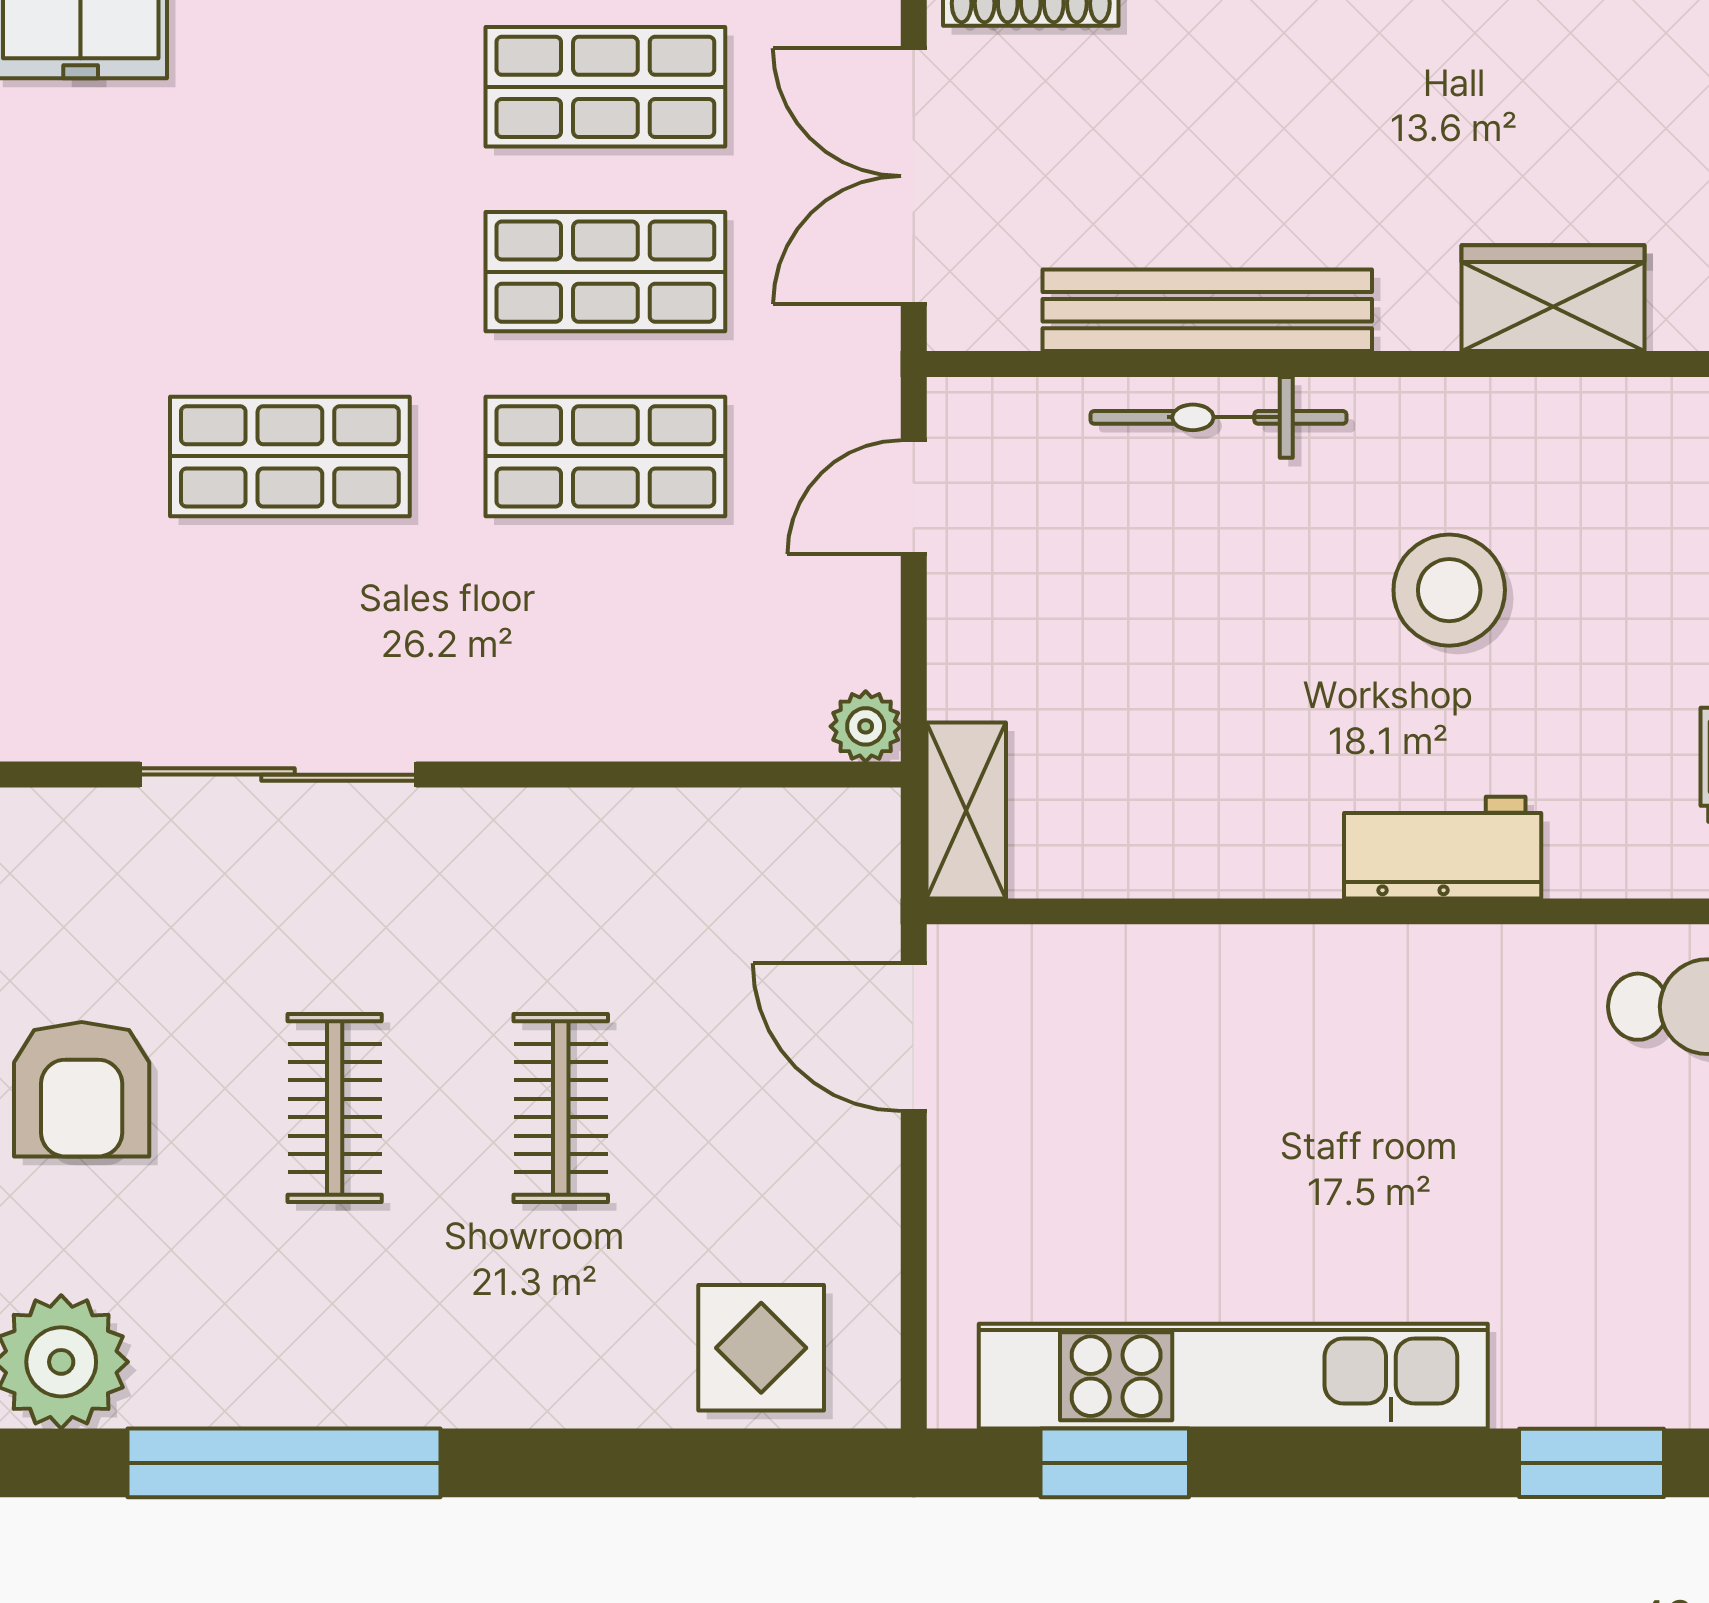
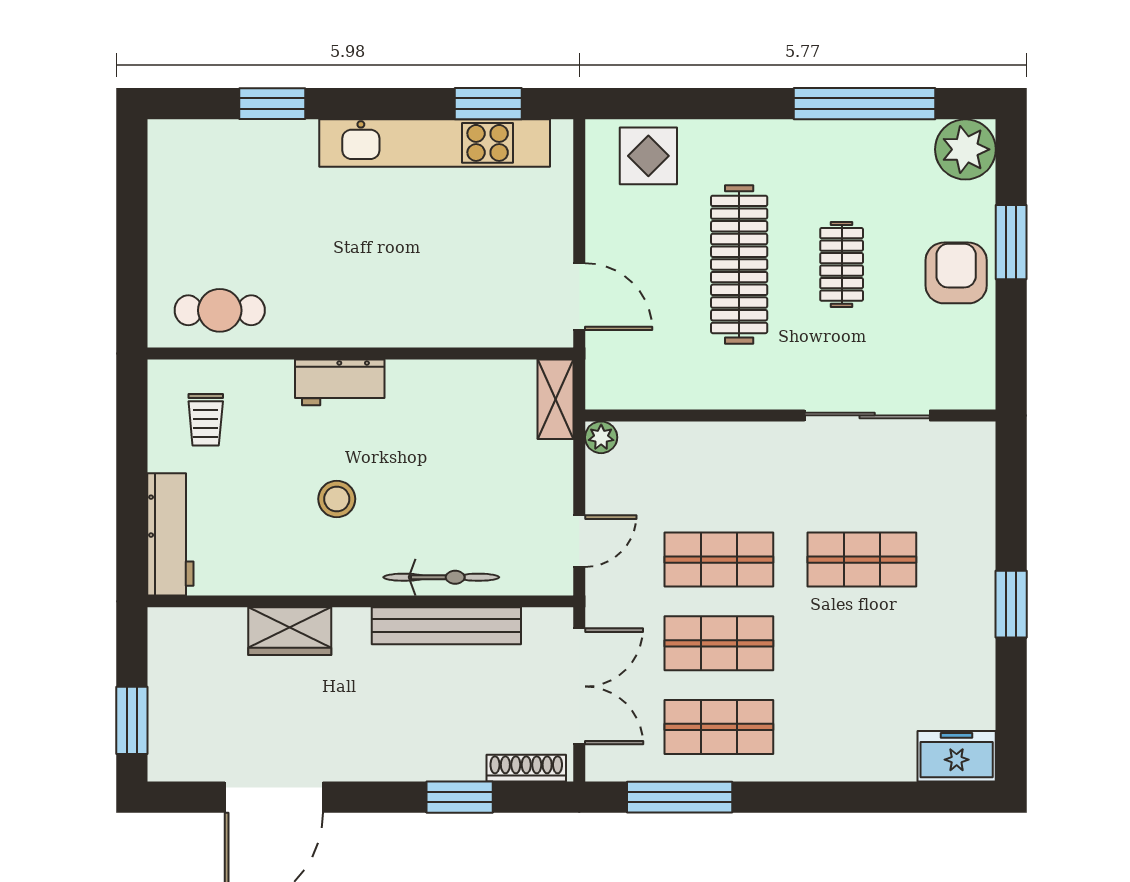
stool: (1449, 590) -> (337, 499), width x0.73, depth x0.73
clothes rail: (561, 1108) -> (739, 264), width x1.86, depth x1.31

